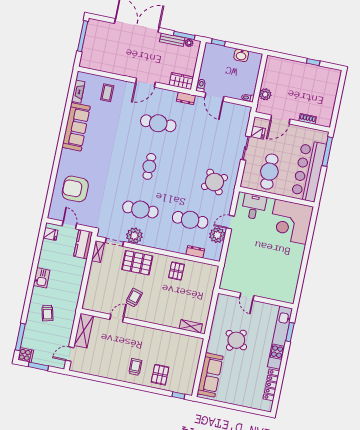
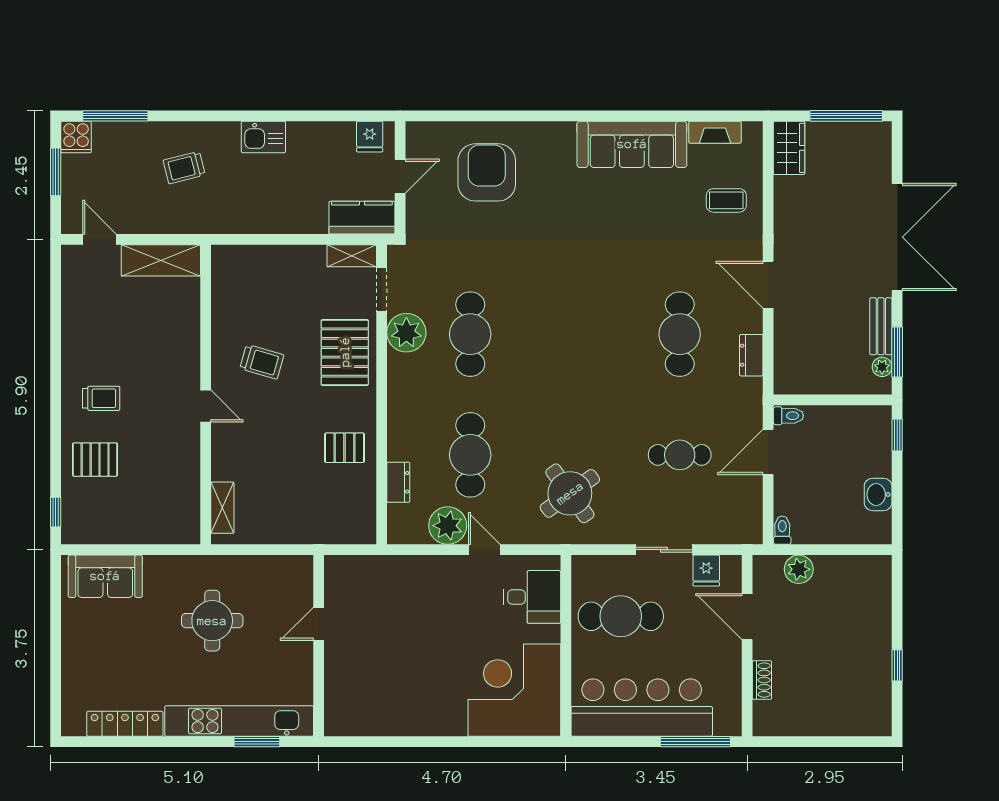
wardrobe: (181, 81) -> (789, 148), moved
dresser: (186, 98) -> (751, 355), moved
cafe table: (149, 166) -> (680, 455), moved
door: (117, 318) -> (206, 406), moved
round table: (236, 340) -> (212, 621), turned -32
sofa: (210, 375) -> (105, 576), width x0.73

